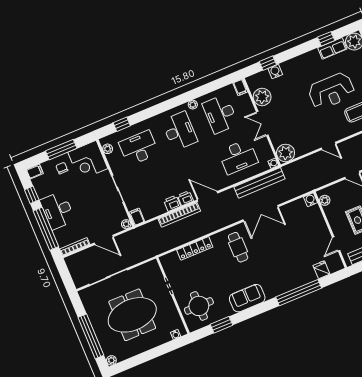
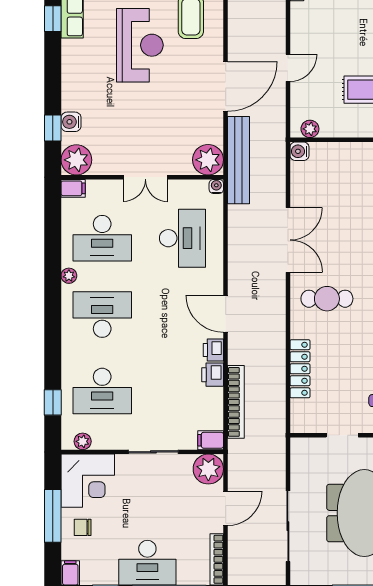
plant: (262, 97) -> (76, 160), moved
door: (329, 146) -> (226, 86), width x1.87
desk: (139, 148) -> (102, 391), turned -90
bench: (259, 183) -> (238, 160), moved
door: (207, 197) -> (226, 314), hinge flipped
bookcase: (179, 215) -> (236, 402), moved
plant: (126, 224) -> (208, 469), width x1.88, depth x1.88

